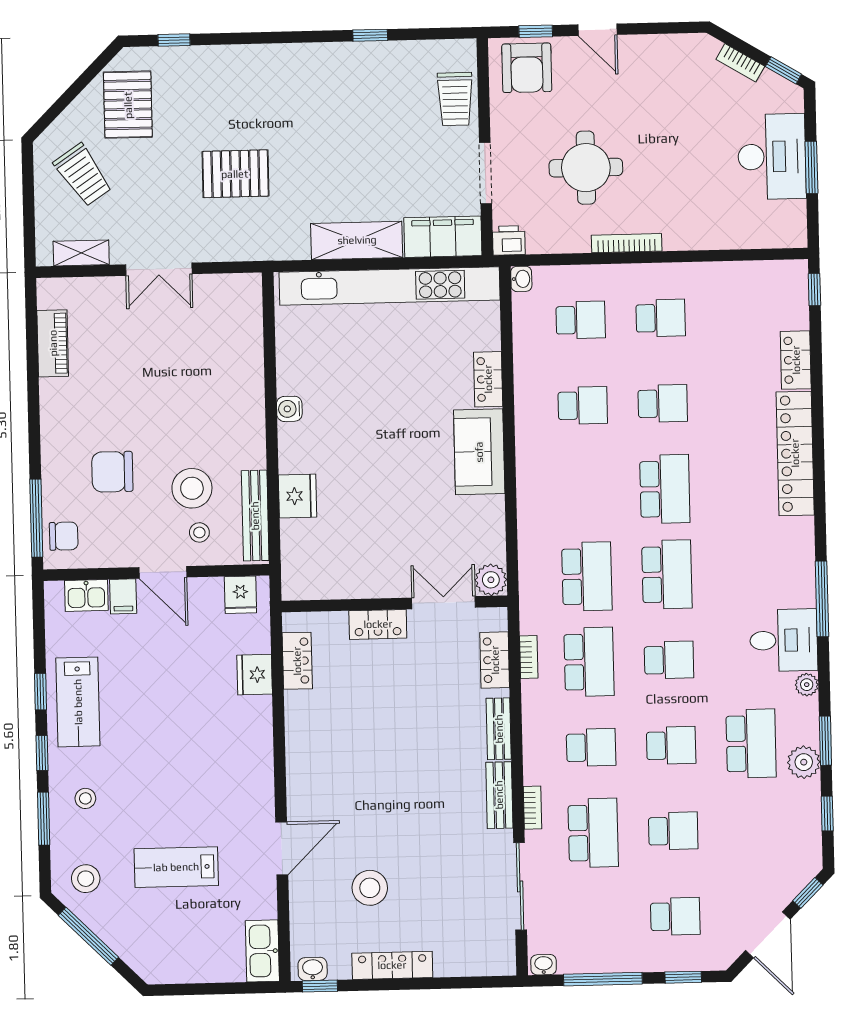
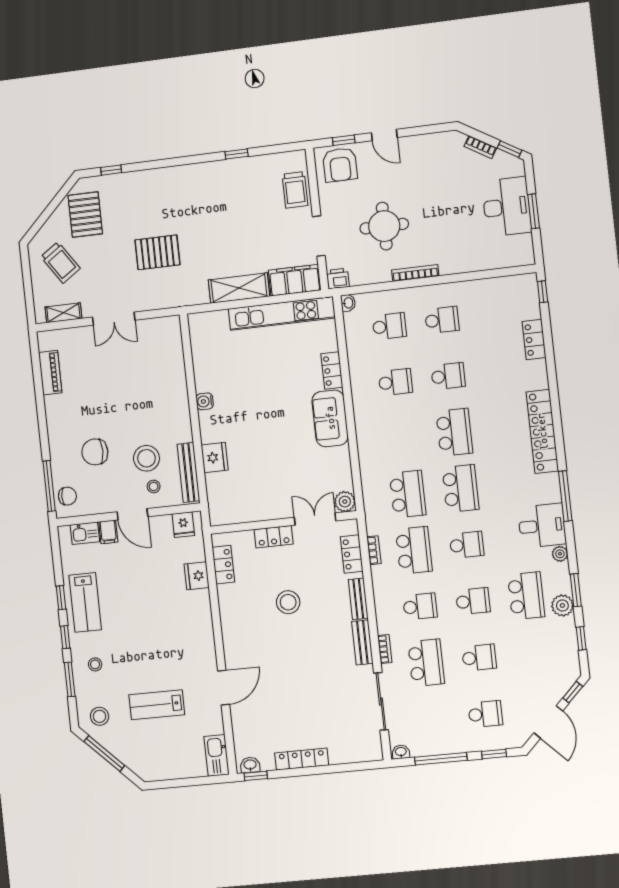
kitchen unit: (390, 286) -> (282, 313), width x0.73
locker: (795, 453) -> (542, 431), moved
stool: (370, 888) -> (288, 602), moved

